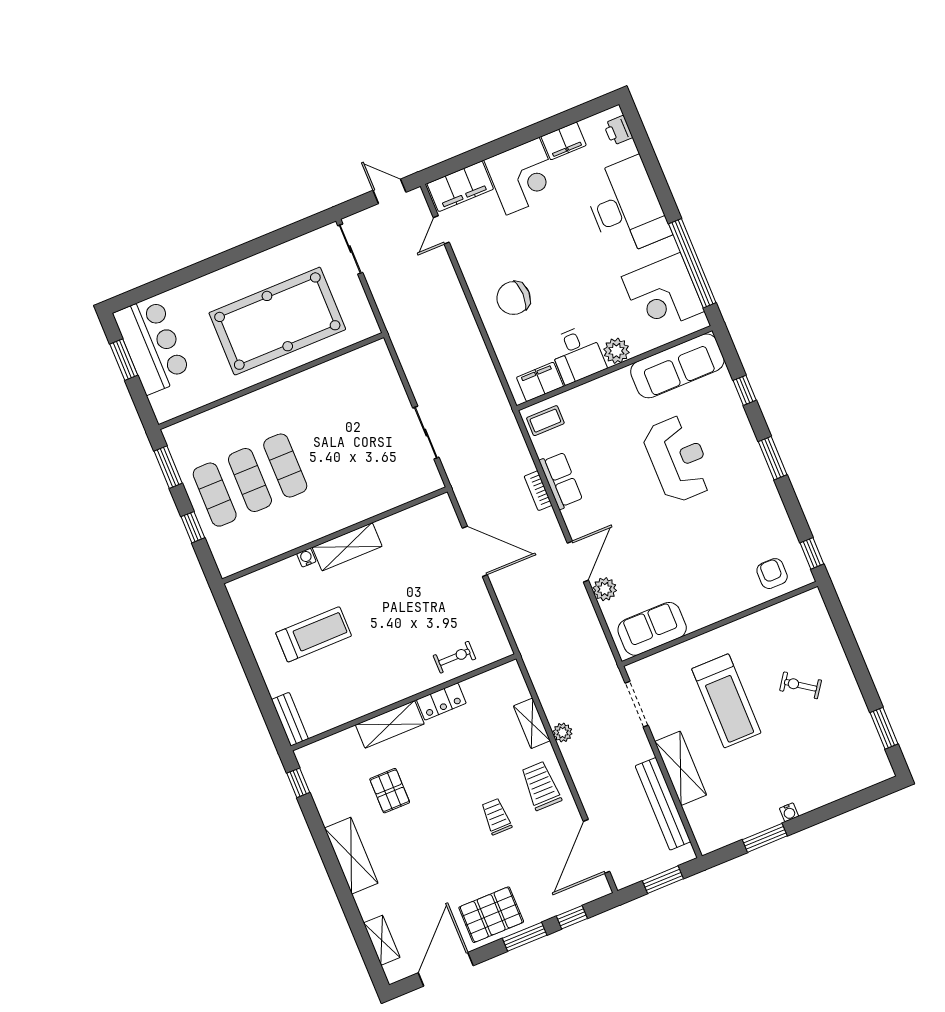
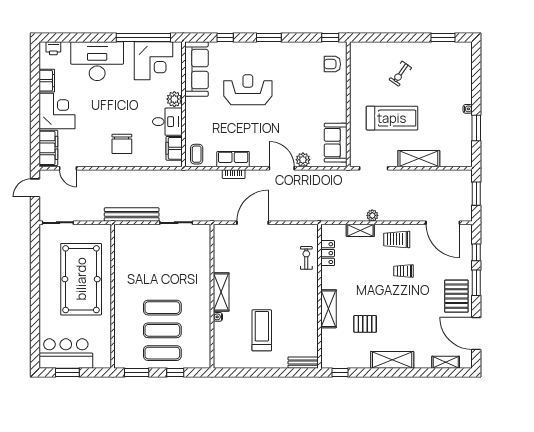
locker: (441, 701) -> (328, 253), moved
bench: (663, 804) -> (132, 215), moved

